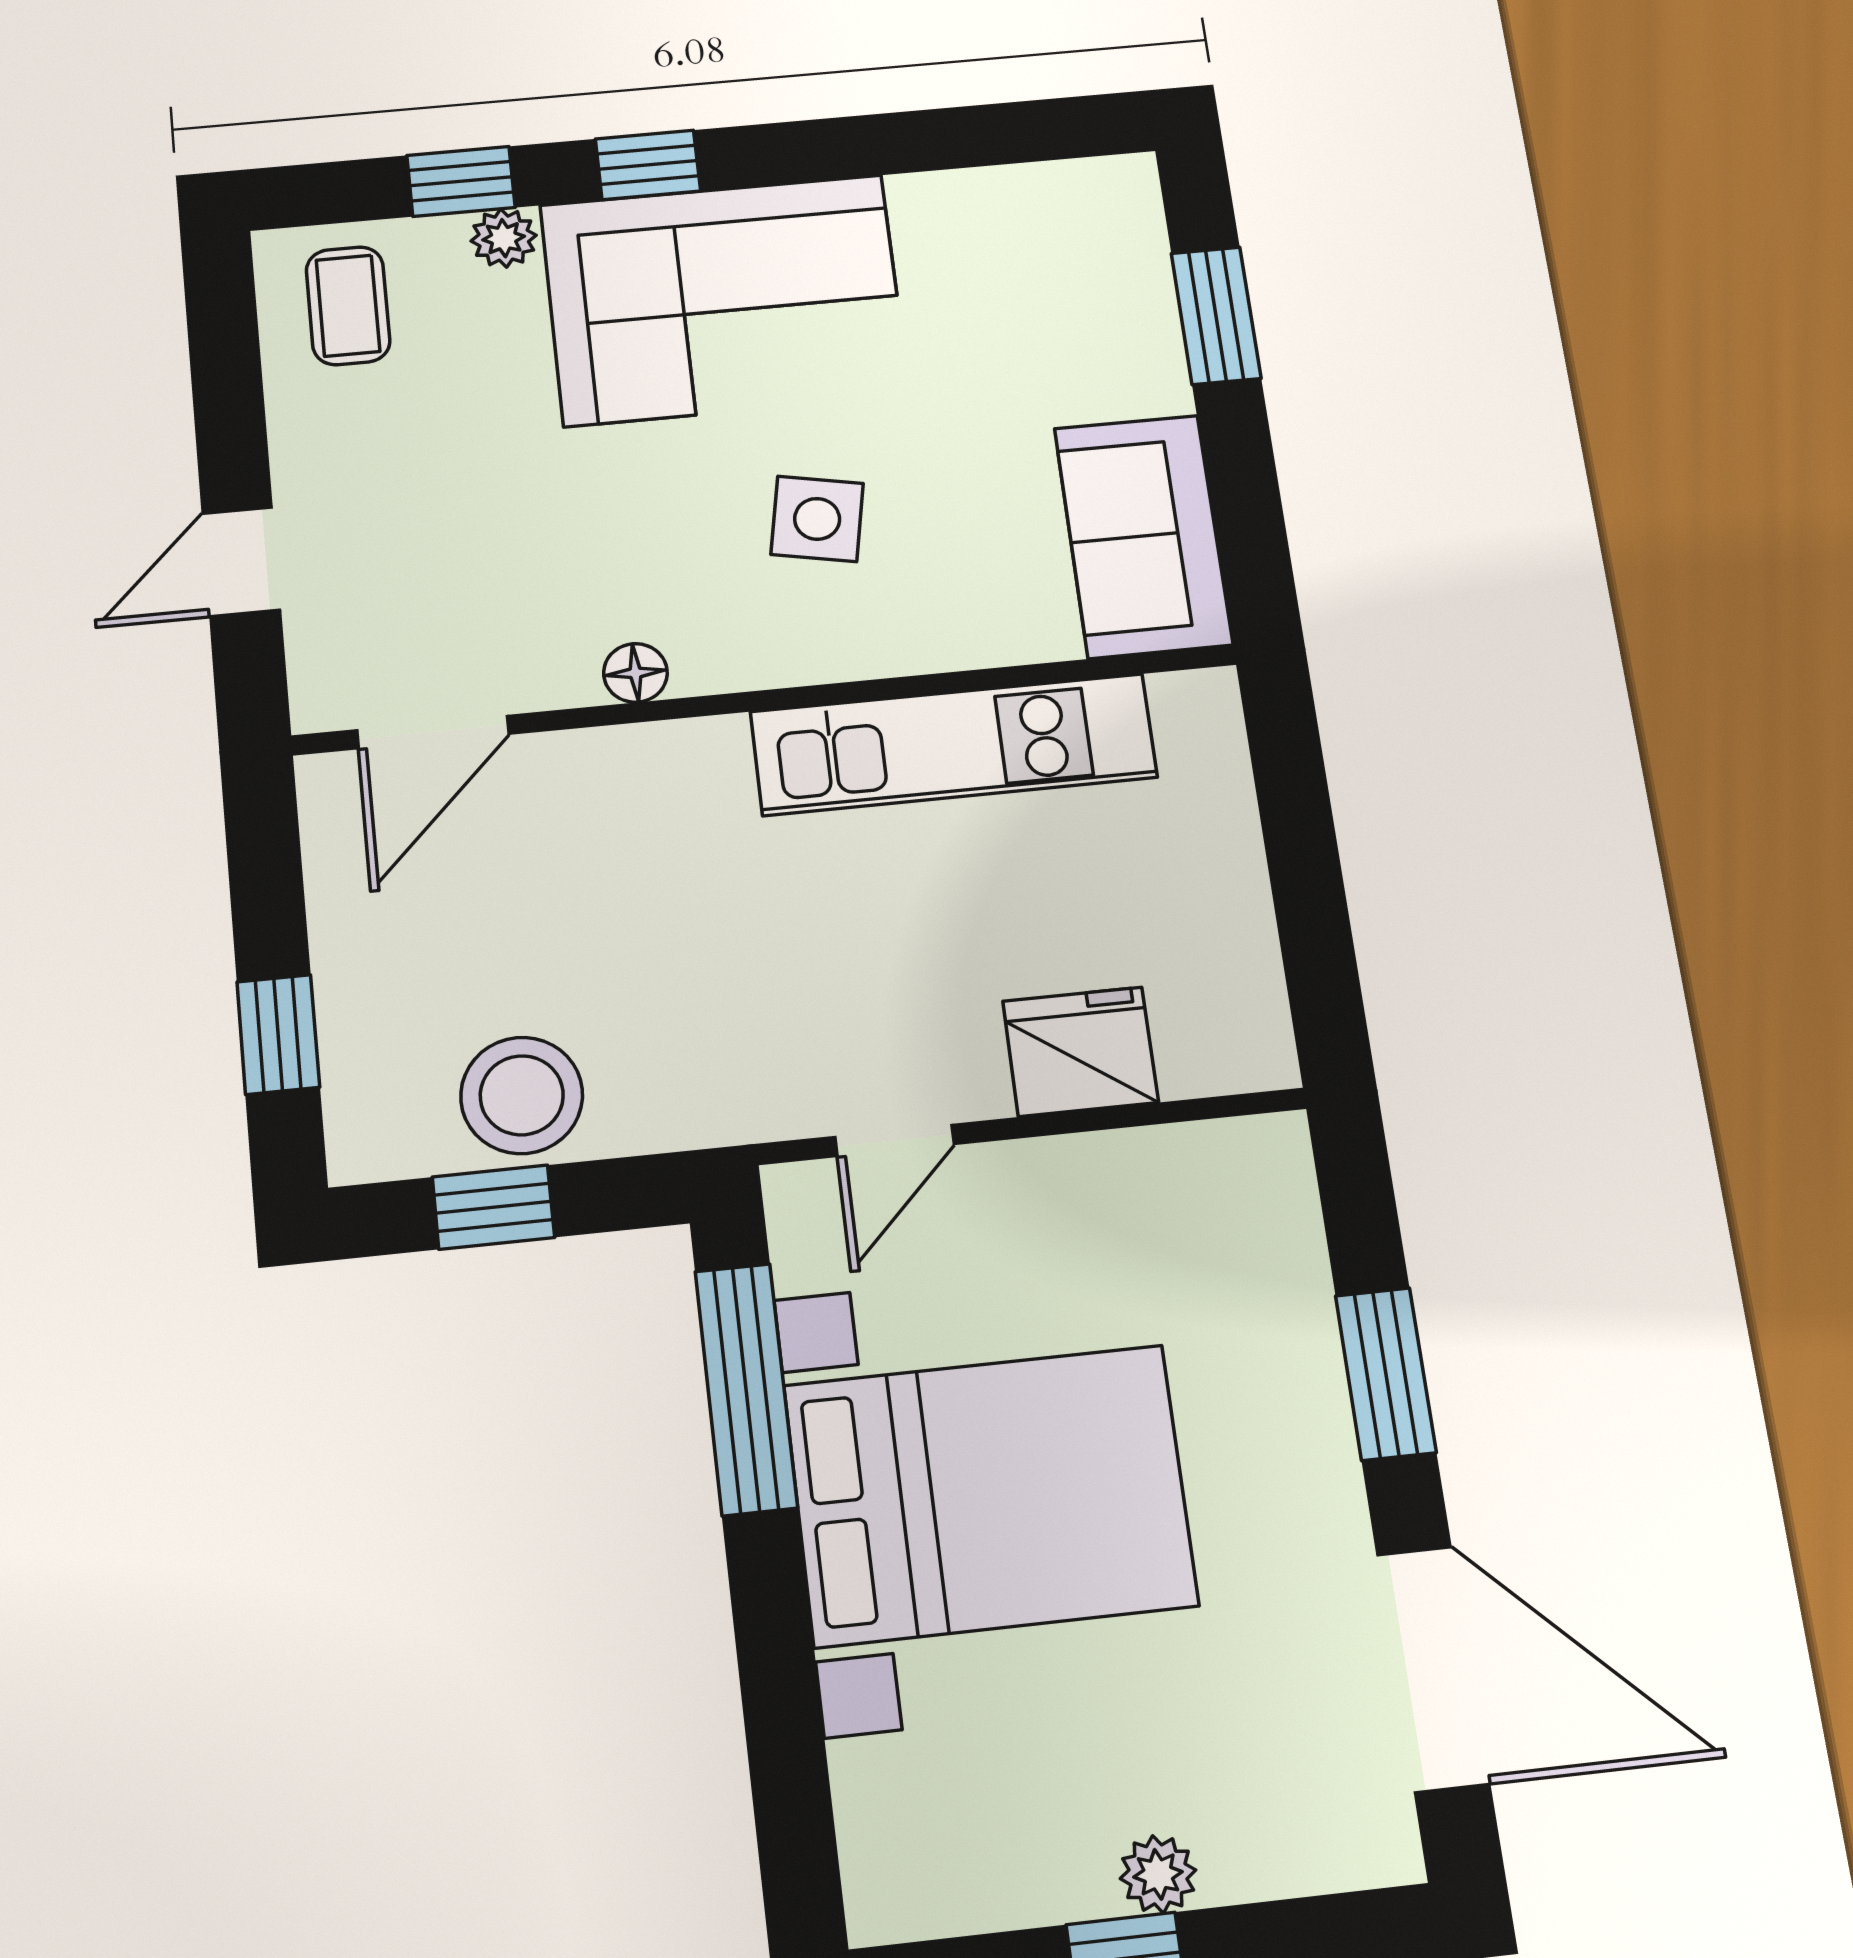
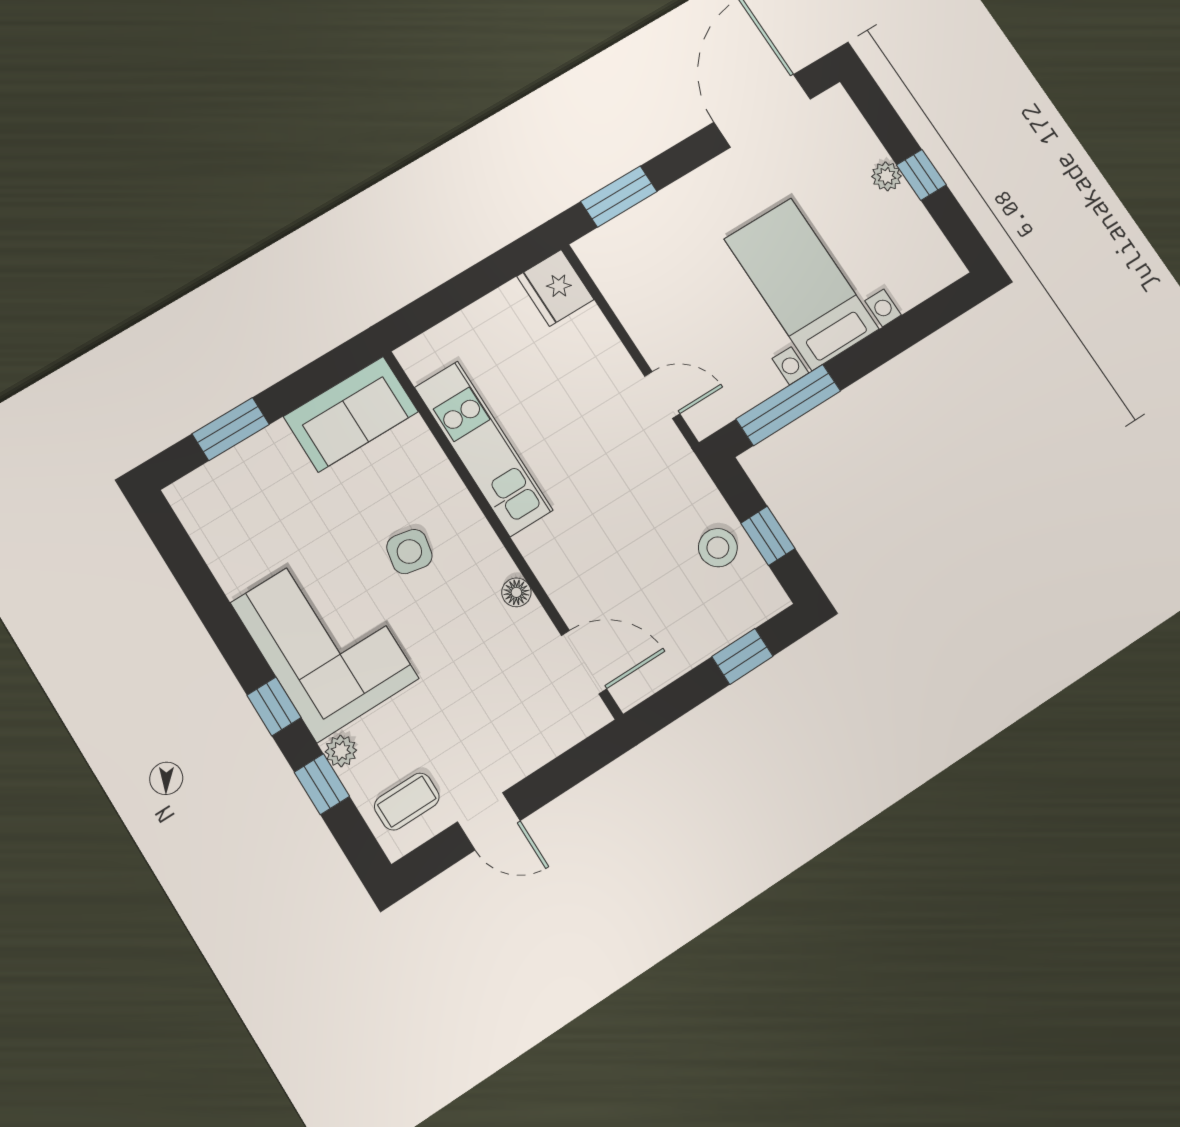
door: (241, 562) -> (489, 821), moved
fridge: (1080, 1052) -> (555, 288), moved
stool: (522, 1095) -> (718, 548), width x0.73, depth x0.73
window: (1386, 1374) -> (619, 197), moved
bed with nightstands: (990, 1495) -> (801, 284), width x0.73

